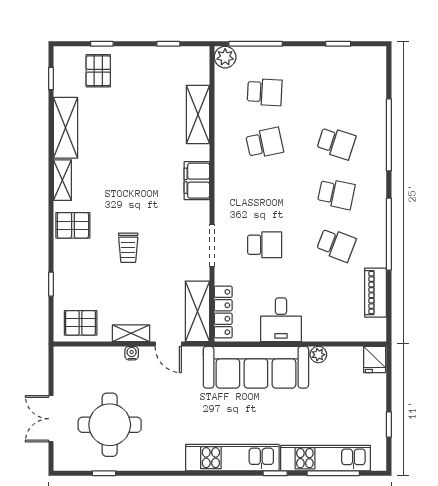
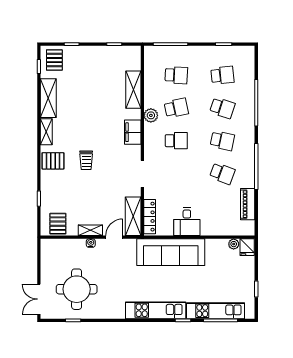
plant: (225, 57) -> (151, 115), moved
pallet: (98, 71) -> (54, 60), moved
school desk: (336, 92) -> (222, 75), added
school desk: (265, 245) -> (176, 141), moved
trolley: (128, 248) -> (86, 160), moved
pallet: (81, 323) -> (58, 224), turned 90
door: (168, 344) -> (114, 237), swing flipped
plant: (318, 355) -> (234, 244), moved
double door: (51, 419) -> (39, 299), moved

